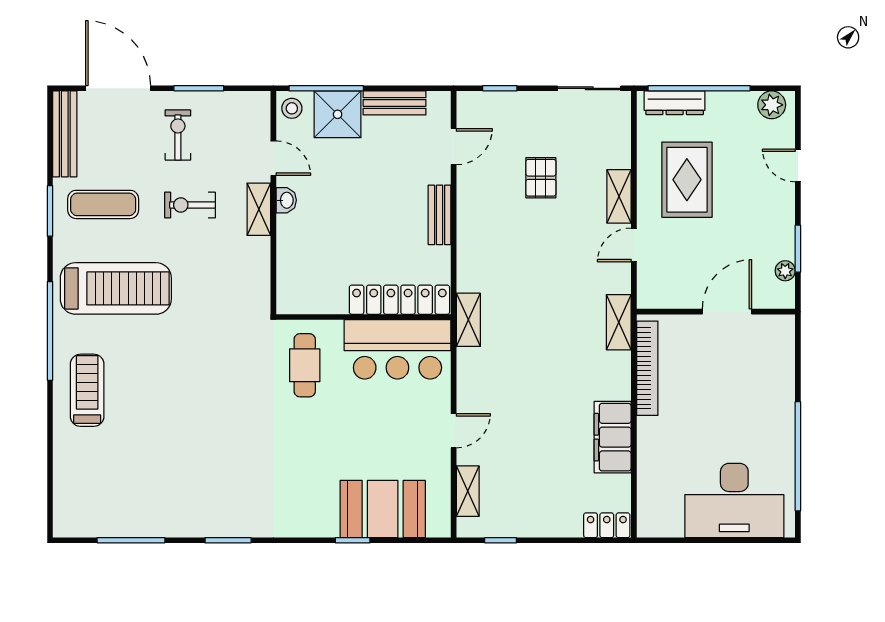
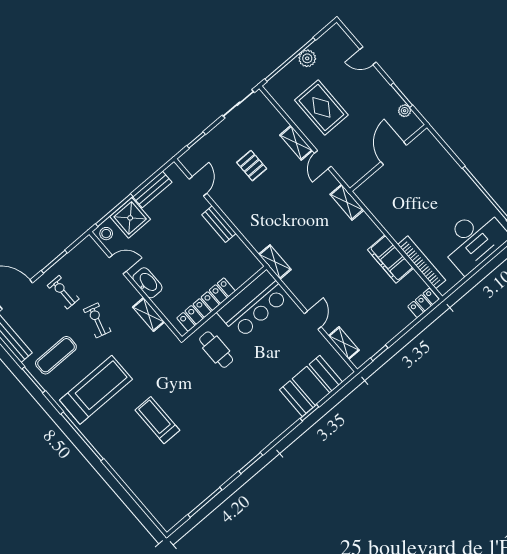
dresser: (675, 103) -> (285, 76), removed
plant: (772, 105) -> (307, 58), moved
washbasin: (286, 200) -> (147, 283), width x1.91, depth x1.45
exercise bike: (190, 205) -> (97, 320), turned 106
shelving: (259, 209) -> (149, 314), moved
locker: (399, 300) -> (206, 304), moved
bookcase: (647, 368) -> (422, 262), moved
treadmill: (87, 390) -> (157, 420), moved

